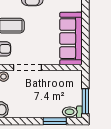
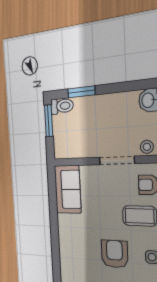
sofa: (71, 39) -> (68, 189), width x0.73

